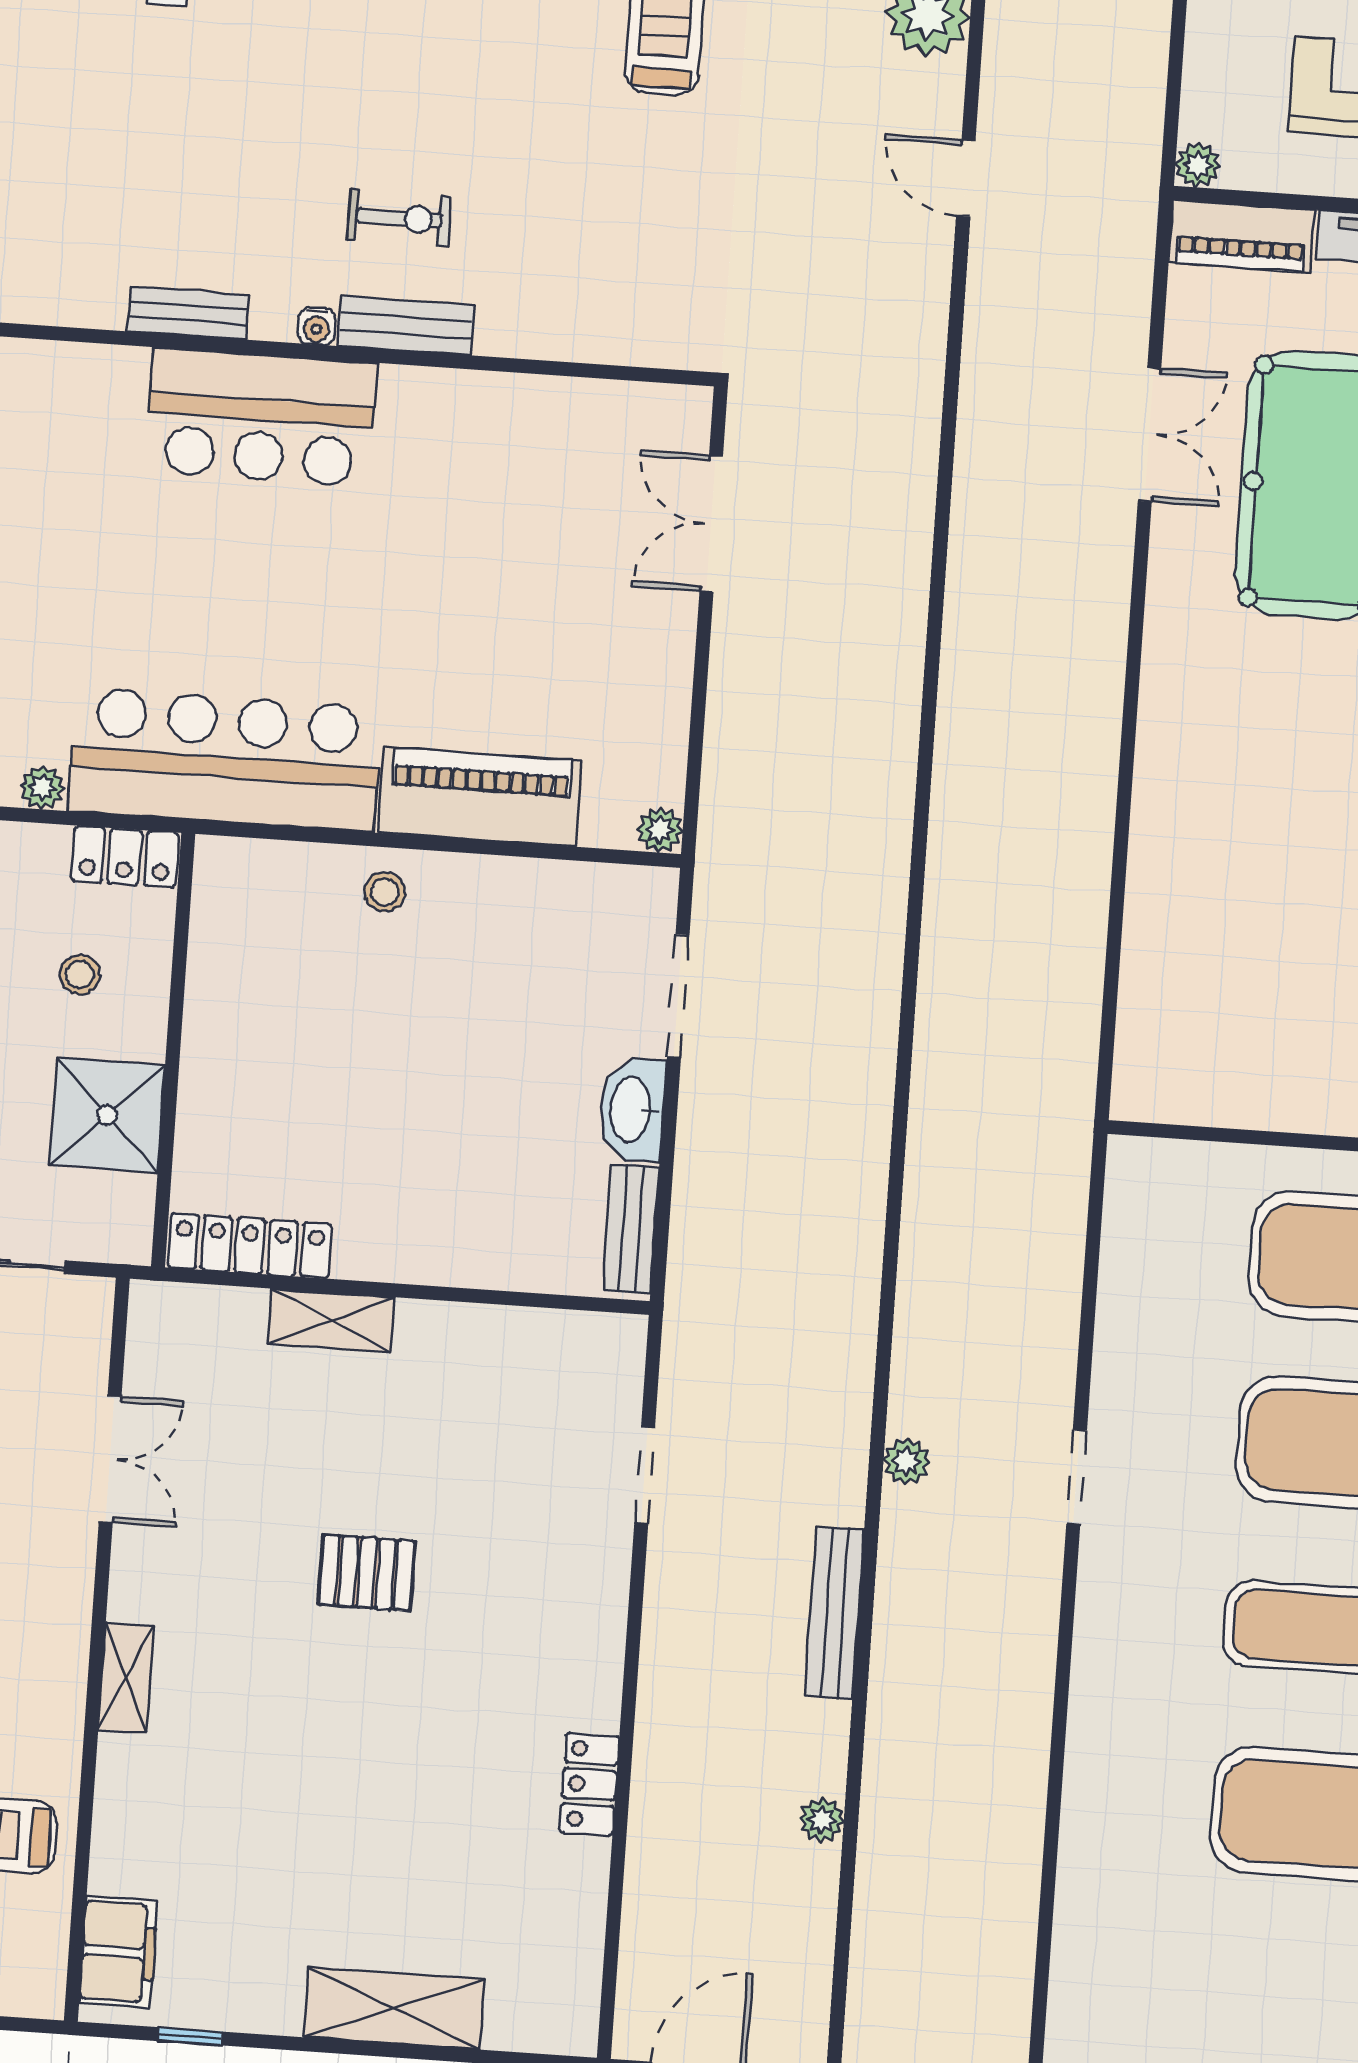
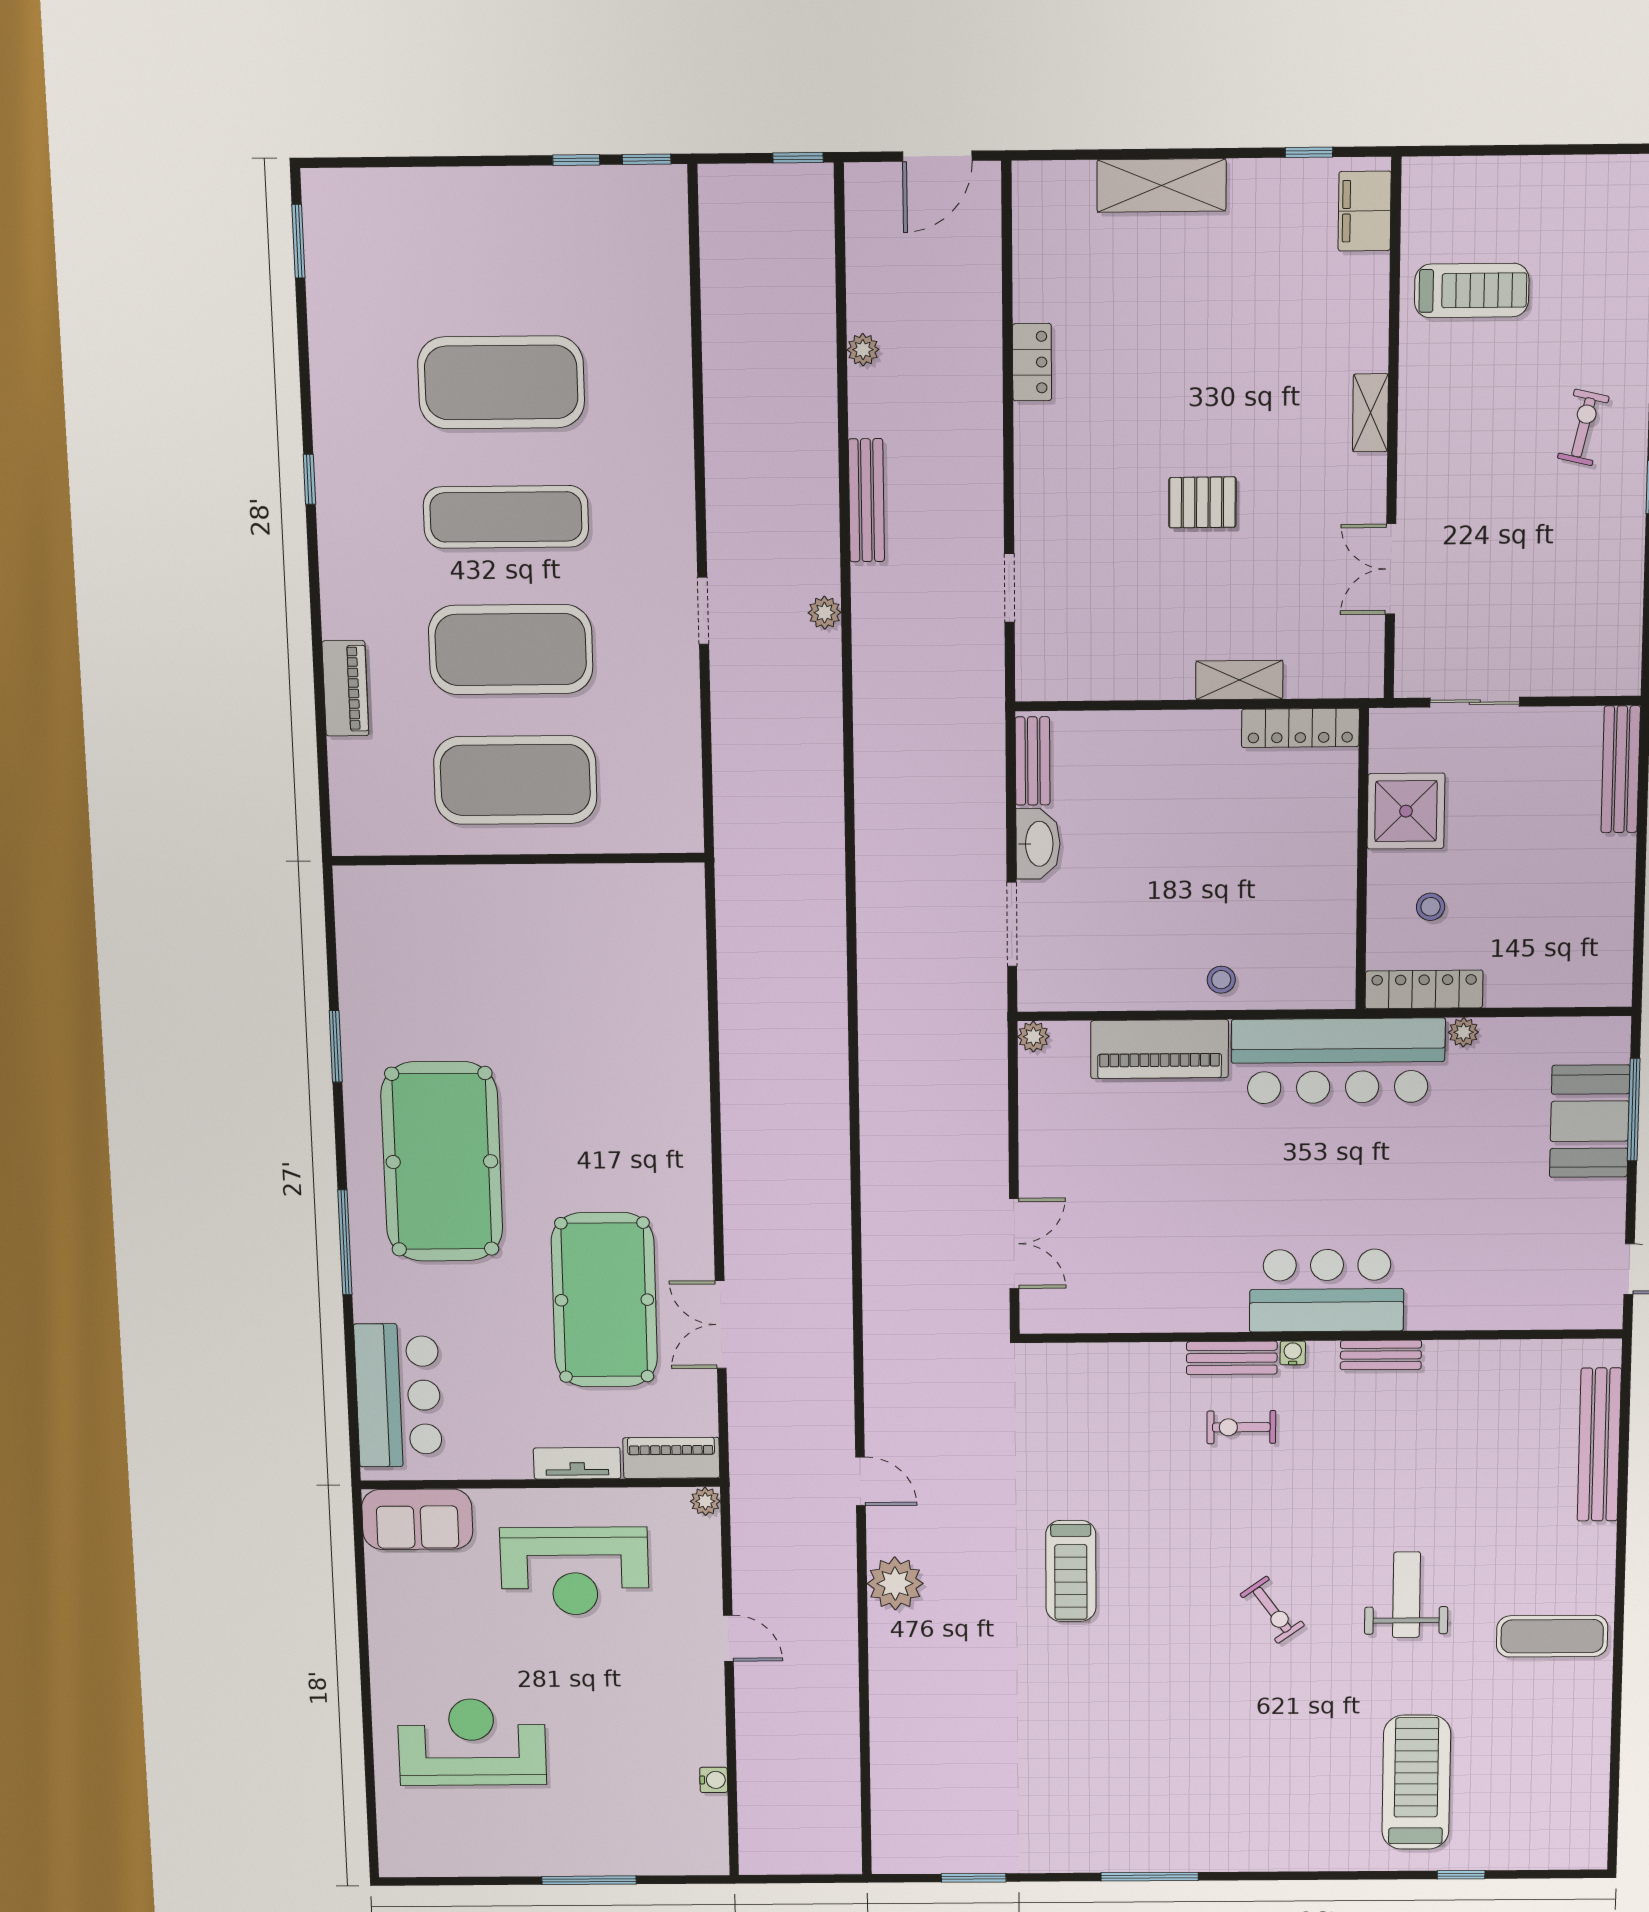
locker: (125, 857) -> (1424, 989), width x1.53

